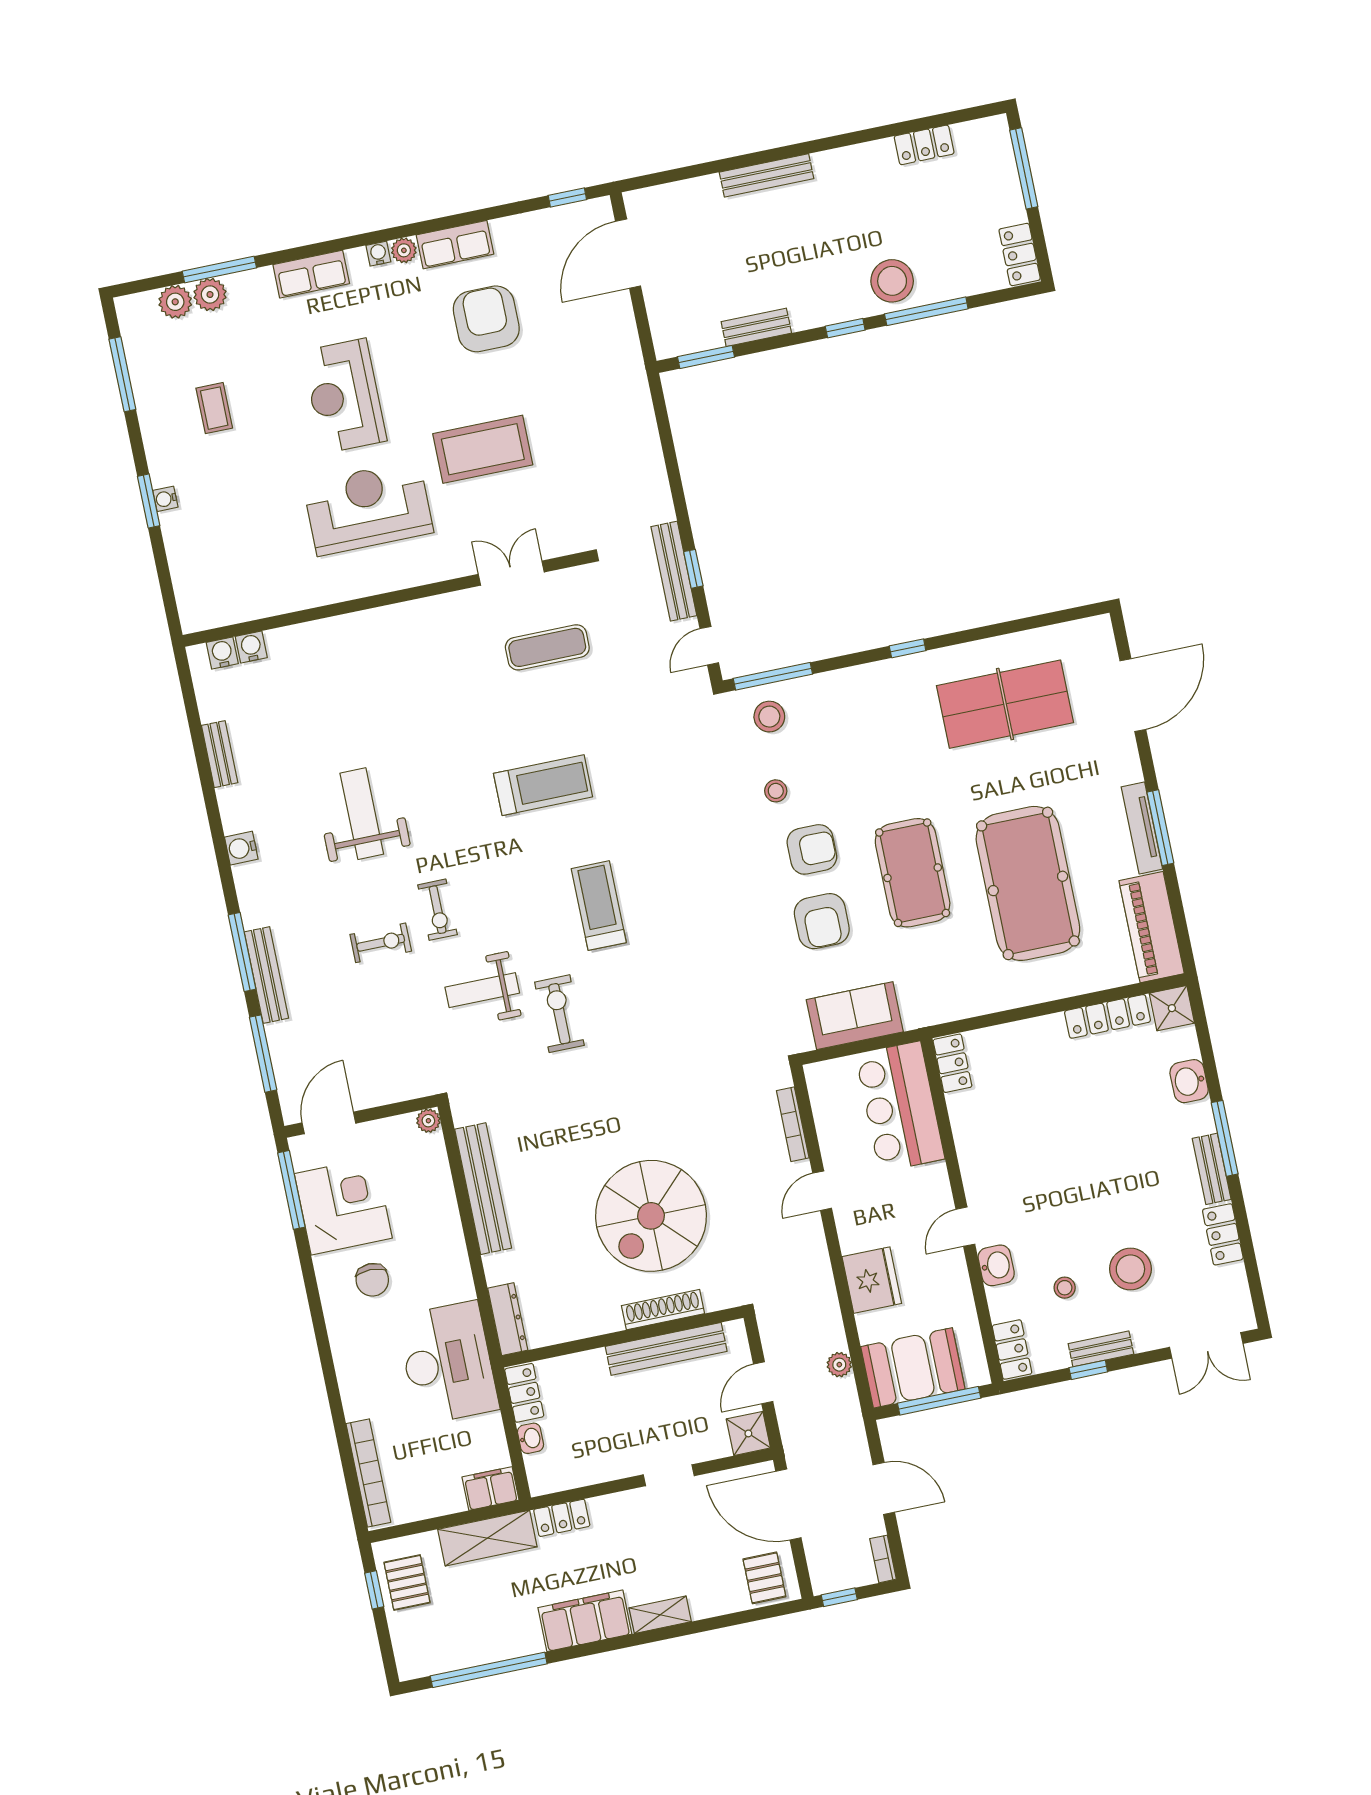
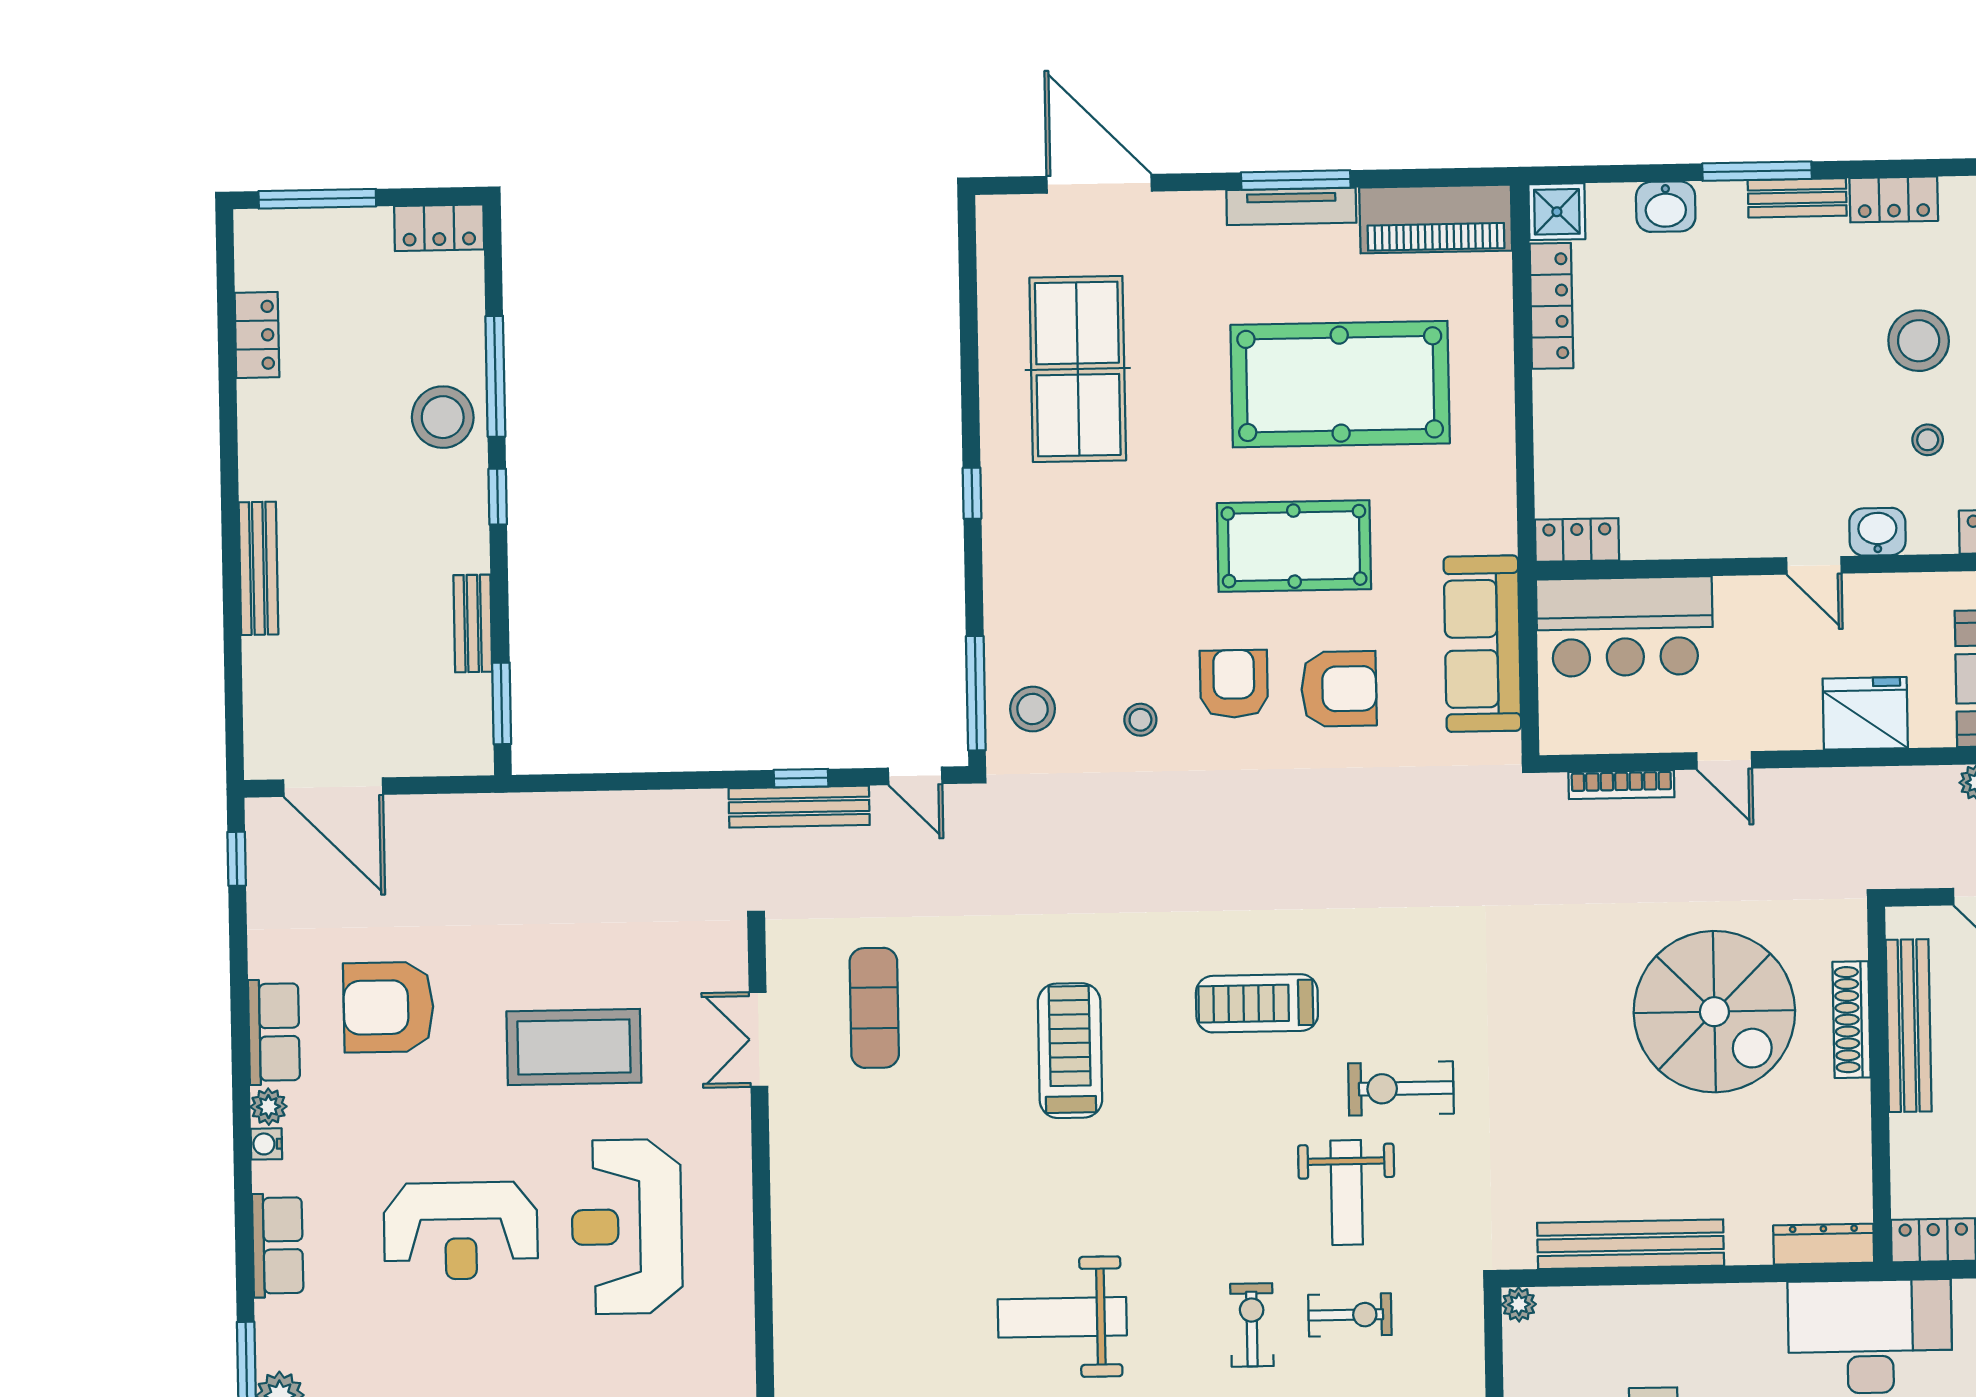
coffee table: (483, 449) -> (574, 1047), turned 90
exercise bike: (438, 910) -> (1350, 1315), moved
sofa: (855, 1016) -> (1482, 644), width x1.36

